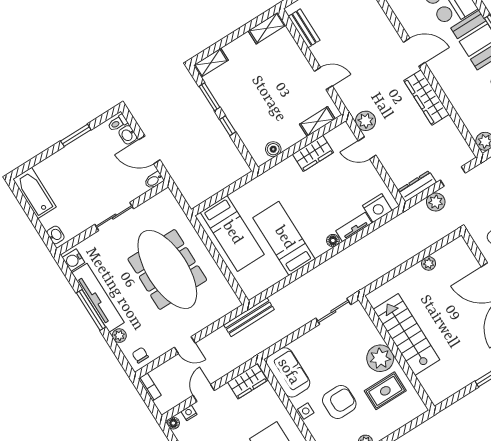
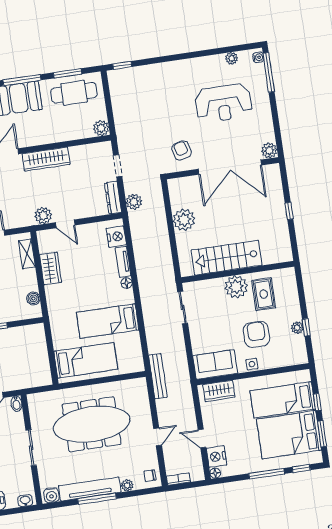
door: (367, 148) -> (65, 224), hinge flipped
plant: (436, 202) -> (134, 202), moved
plant: (429, 263) -> (184, 220), width x1.88, depth x1.88
wardrobe: (247, 381) -> (219, 391), moved, turned 90
nightstand: (189, 413) -> (217, 457), width x1.89, depth x1.79

